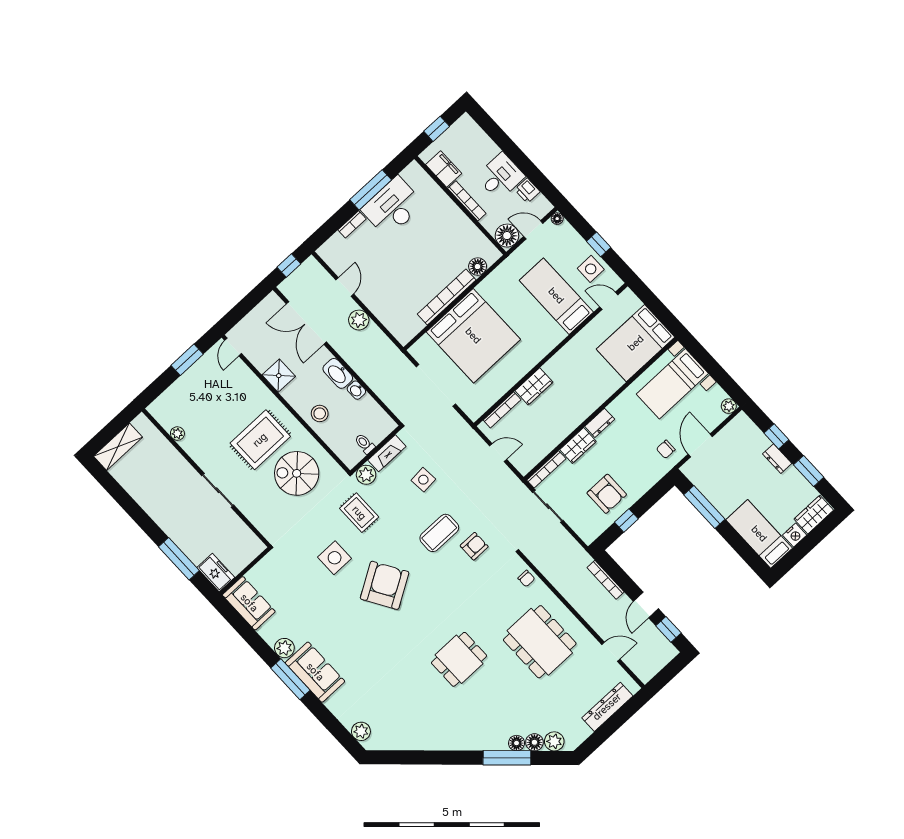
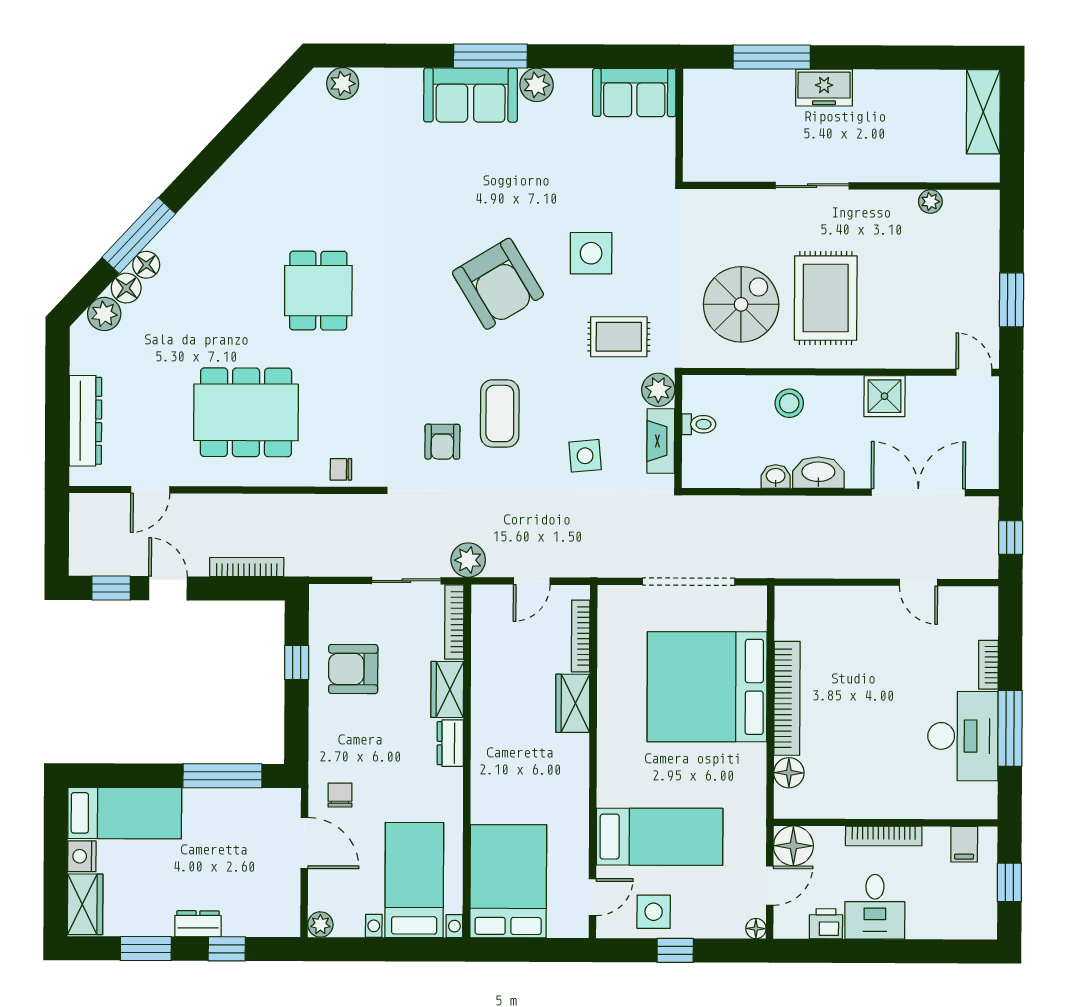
filing cabinet: (444, 169) -> (964, 844), width x0.50
plant: (359, 320) -> (468, 560), moved
freezer: (216, 572) -> (824, 88), moved

